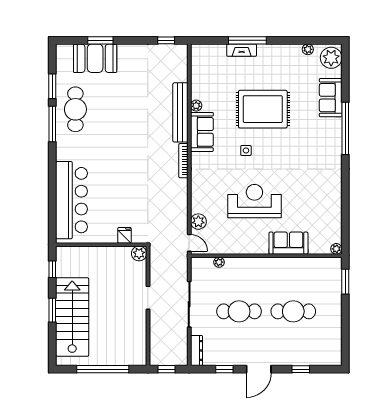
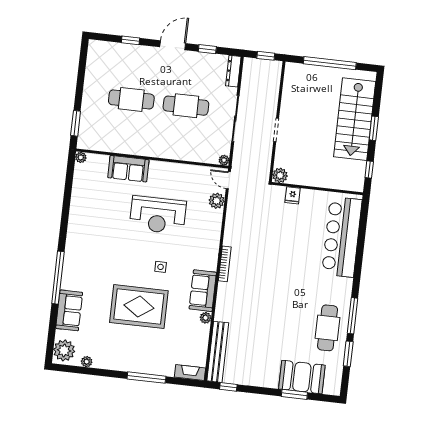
fireplace: (242, 50) -> (190, 373), moved
bench: (180, 112) -> (218, 352), moved
plant: (219, 262) -> (224, 160), moved

